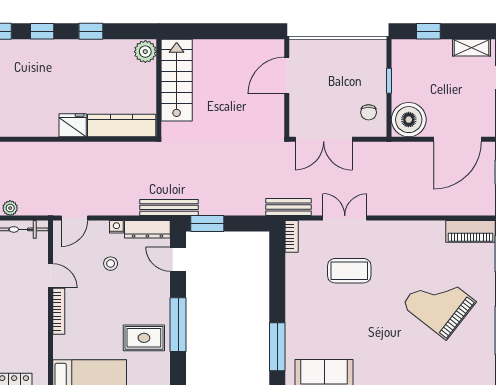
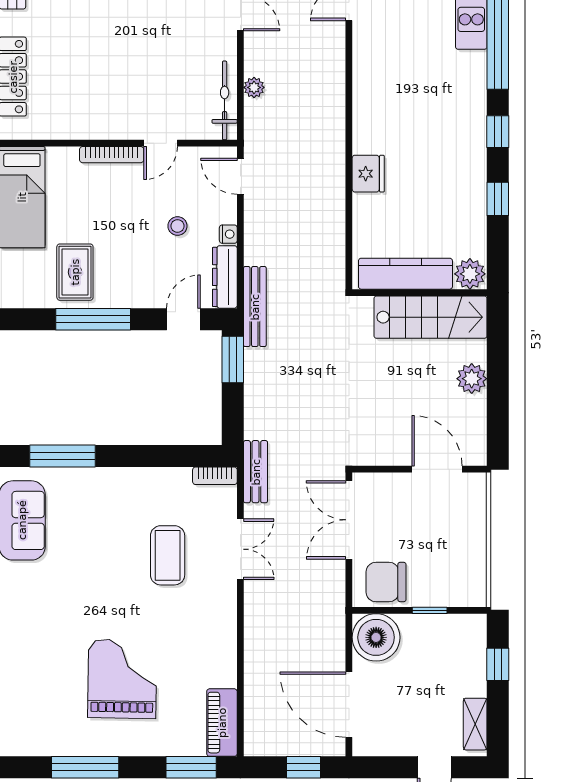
plant: (221, 50) -> (472, 379), added
chair: (369, 112) -> (386, 582), width x1.87, depth x1.87
kitchen counter: (122, 126) -> (405, 274), moved, turned -90
grand piano: (439, 304) -> (122, 679), turned -37

